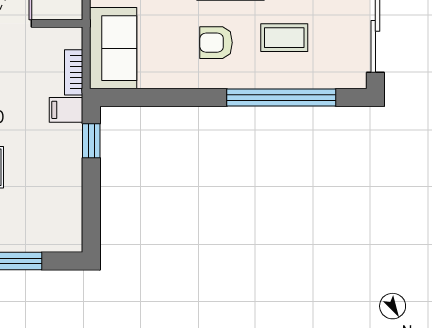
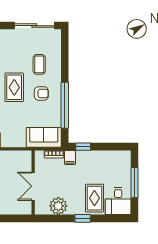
armchair: (216, 43) -> (41, 93), turned -90
window: (281, 97) -> (65, 105), moved

